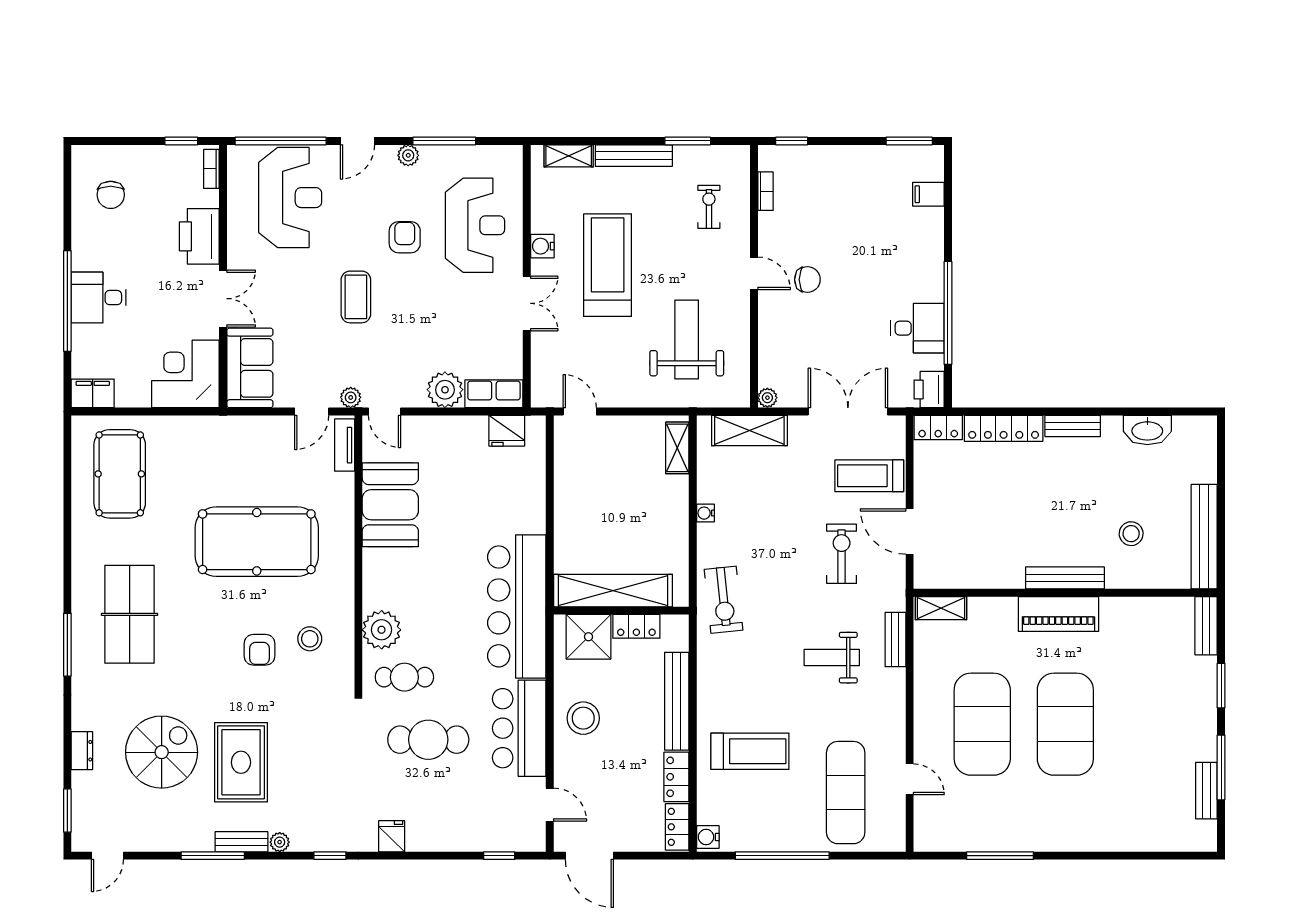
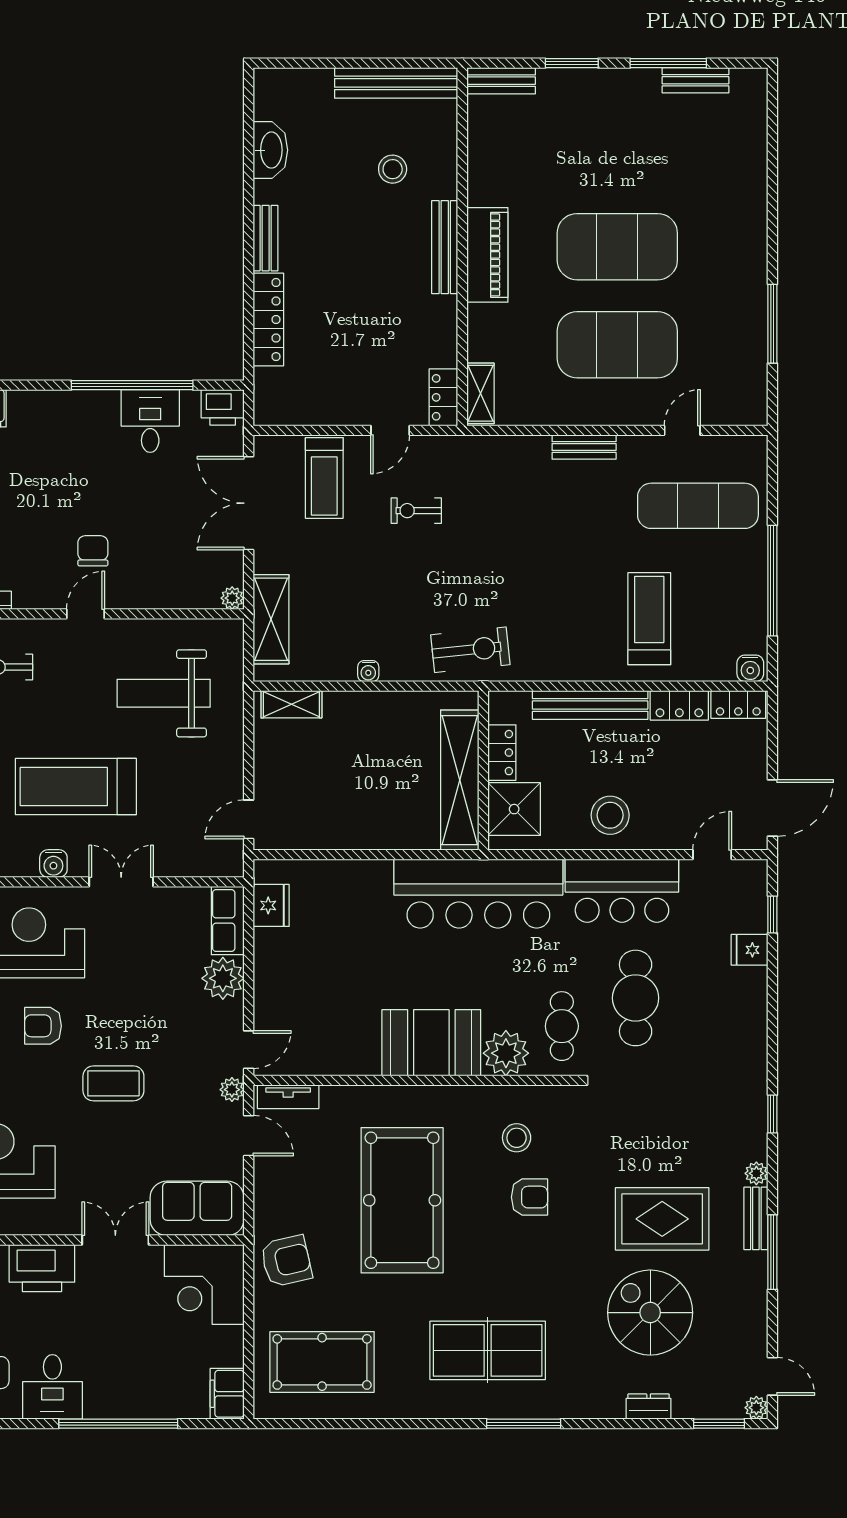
desk: (99, 298) -> (52, 1387), moved
locker: (938, 428) -> (443, 397), moved, turned 180
armchair: (205, 443) -> (286, 1261), added
booth: (390, 505) -> (431, 1043), moved
door: (910, 532) -> (390, 430), width x0.73
exercise bike: (842, 554) -> (416, 511), width x0.73, depth x0.72
bench: (895, 640) -> (584, 447), moved
weight bench: (832, 658) -> (539, 522), removed
fridge: (392, 836) -> (749, 950), moved
plant: (81, 842) -> (756, 1408), added

